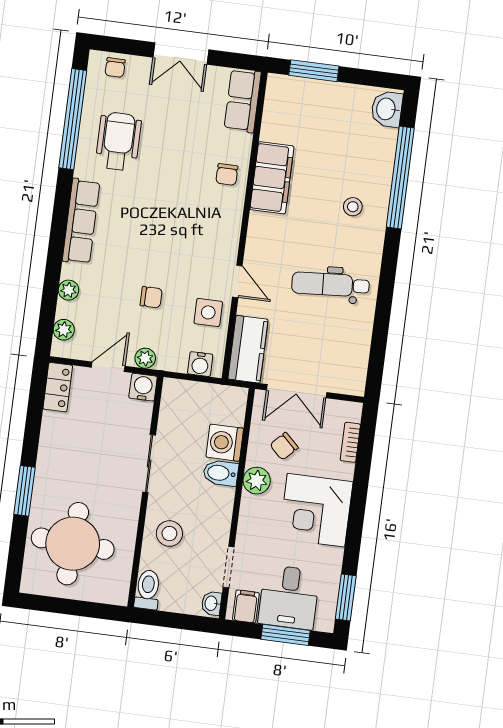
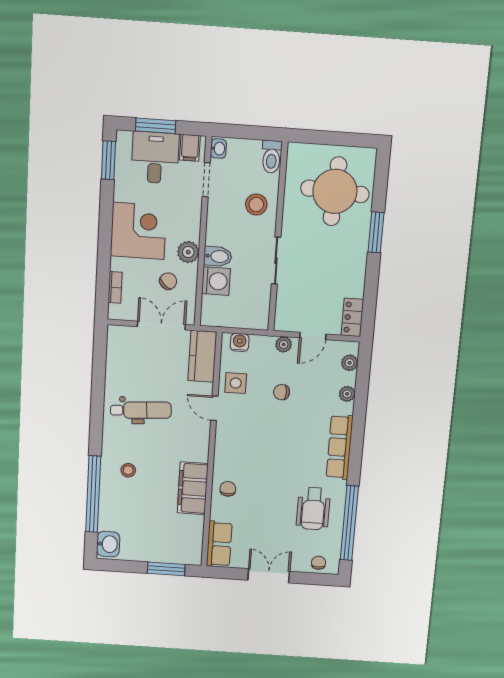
water cooler: (143, 387) -> (284, 321), removed

